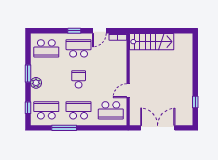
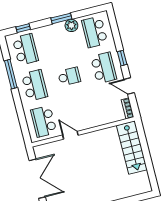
plant: (36, 83) -> (71, 25), moved

